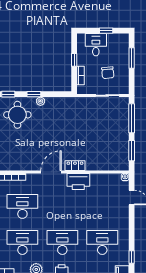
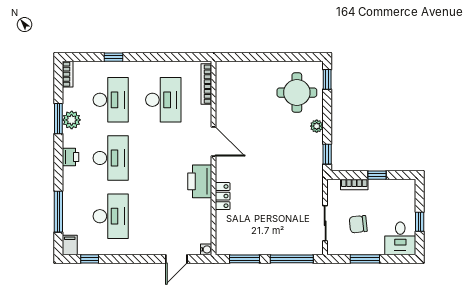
desk: (96, 45) -> (400, 238), moved, turned 90
window: (132, 58) -> (365, 259), moved
window: (34, 94) -> (327, 154), moved
locker: (75, 166) -> (223, 196), moved

